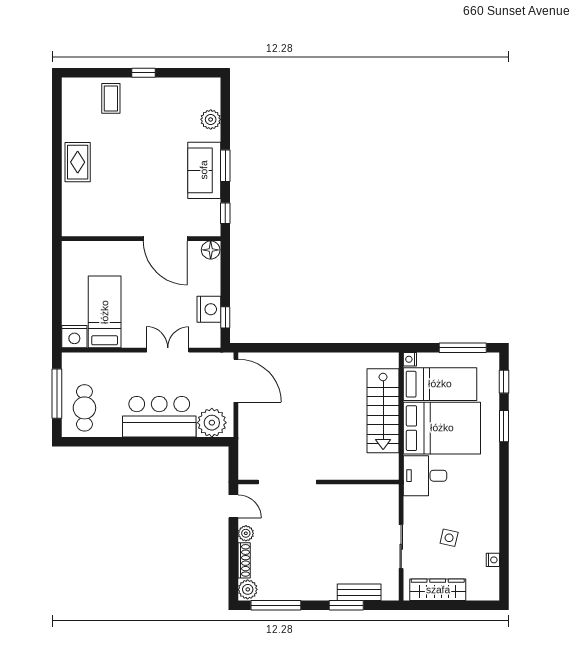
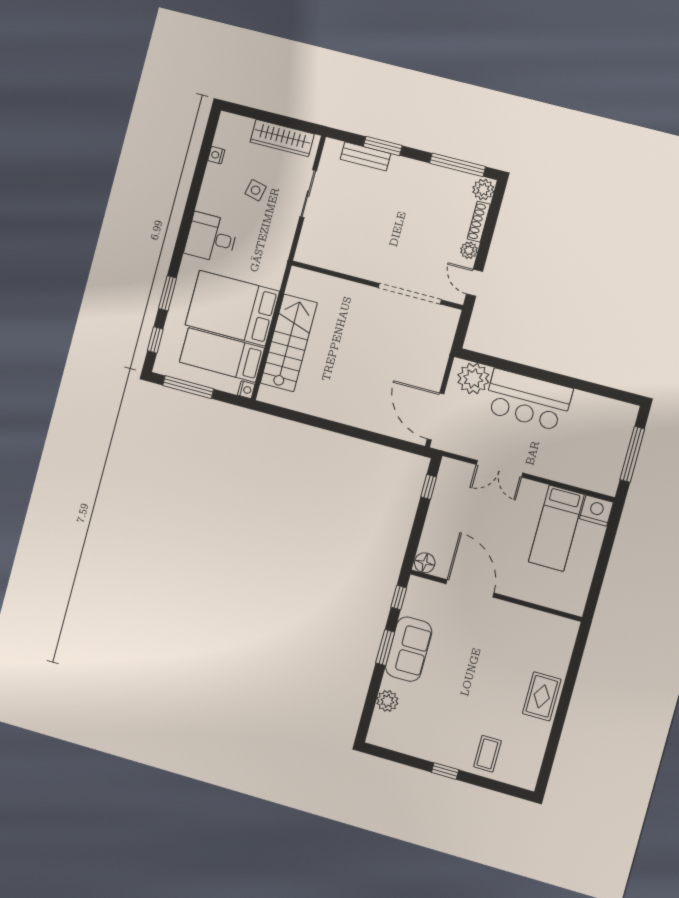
nightstand: (209, 309) -> (444, 500), removed
cafe table: (84, 408) -> (606, 431), removed
desk: (425, 476) -> (211, 238), moved, turned 180

